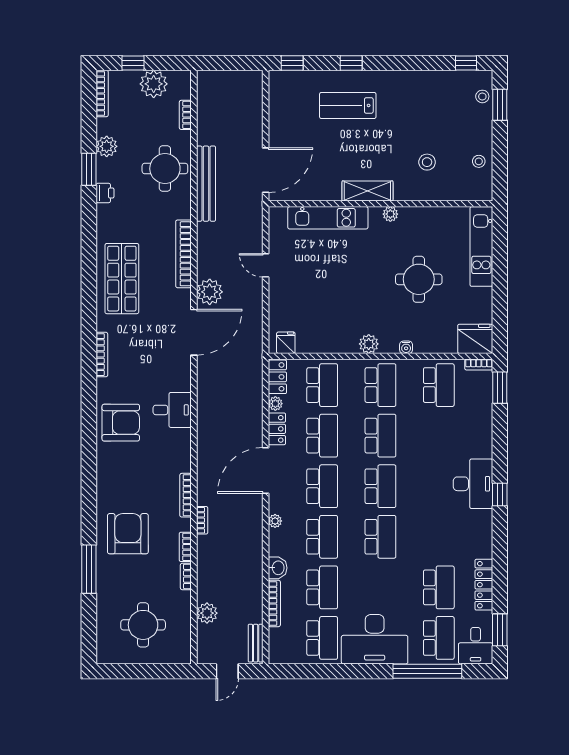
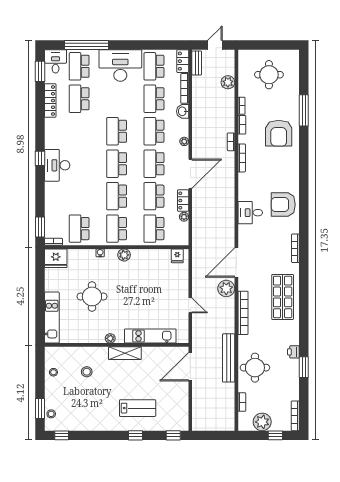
plant: (107, 146) -> (292, 382), removed
locker: (277, 377) -> (183, 61), moved

